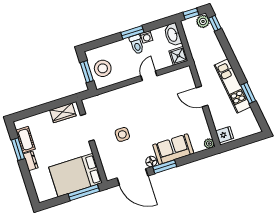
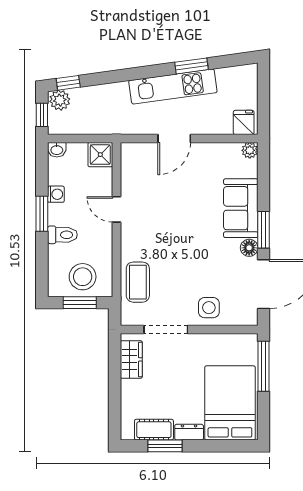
washbasin: (173, 35) -> (57, 150), width x0.52, depth x0.69
toilet: (137, 44) -> (62, 235), moved
coffee table: (110, 102) -> (138, 282), added
side table: (122, 134) -> (209, 308), moved
bed: (75, 175) -> (230, 403), moved, turned 180

